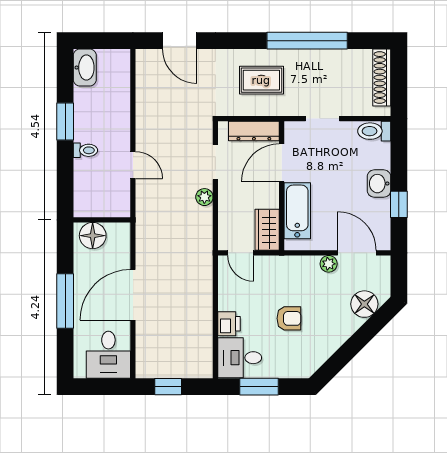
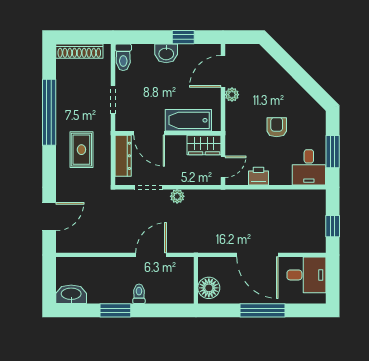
door: (133, 165) -> (151, 255), width x1.38
floor lamp: (364, 304) -> (265, 65), removed
printer: (229, 324) -> (258, 176), moved

